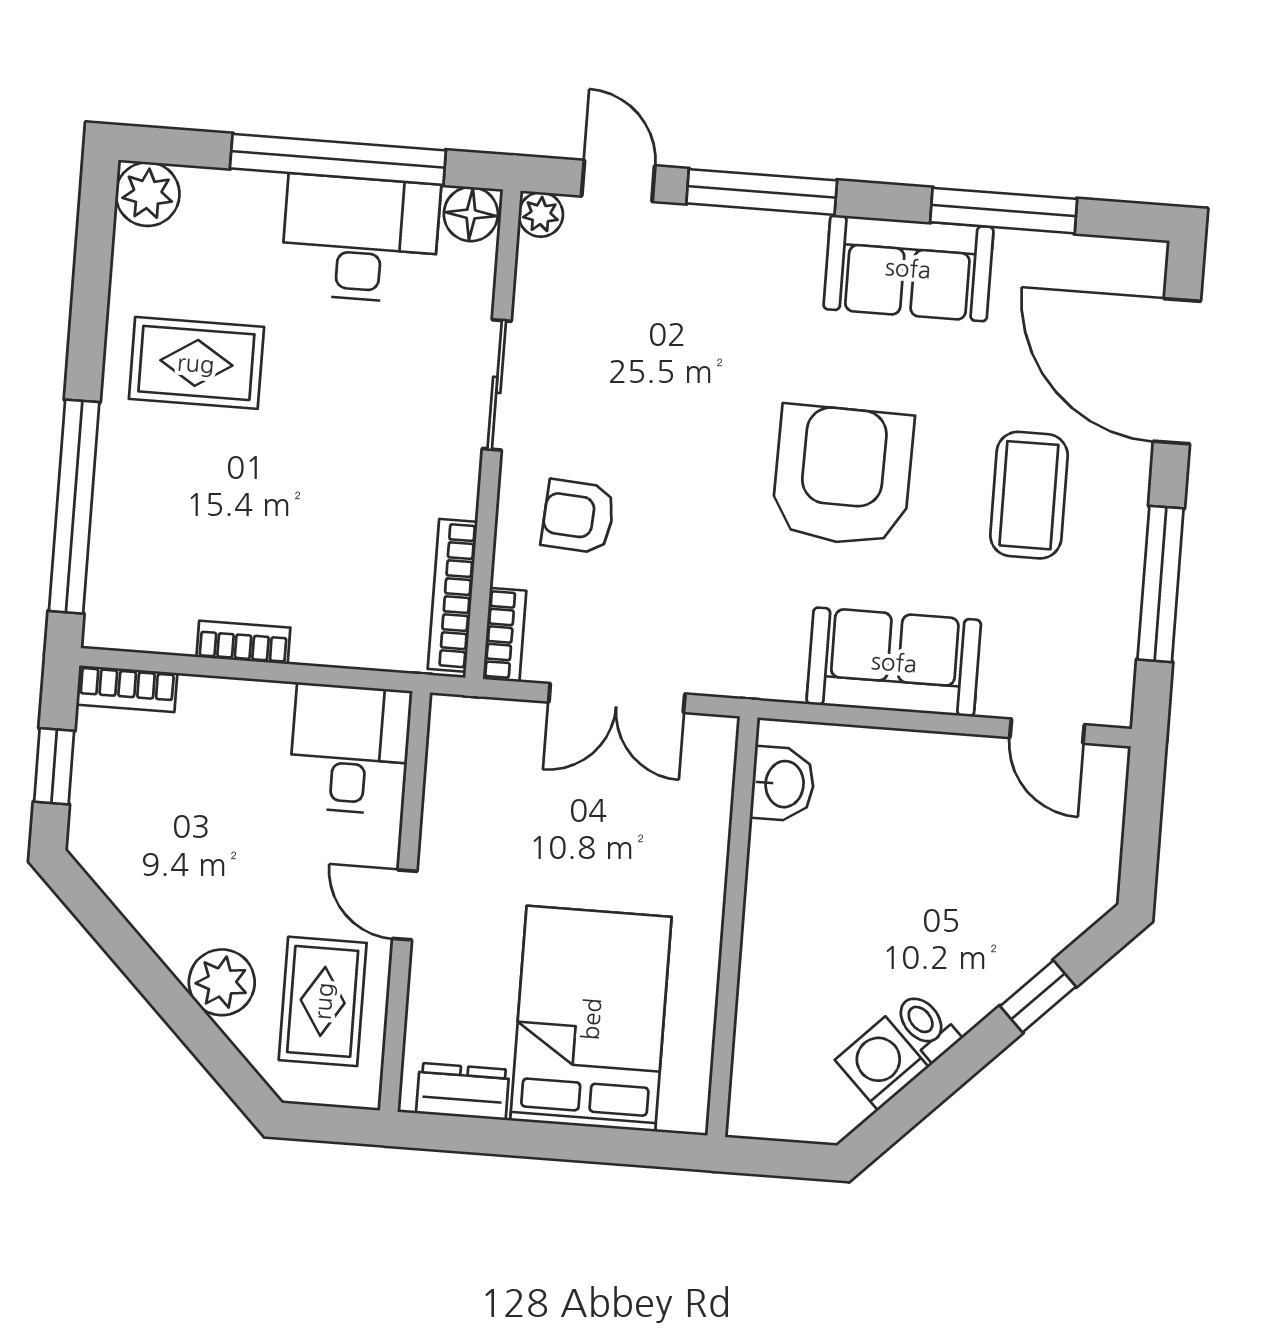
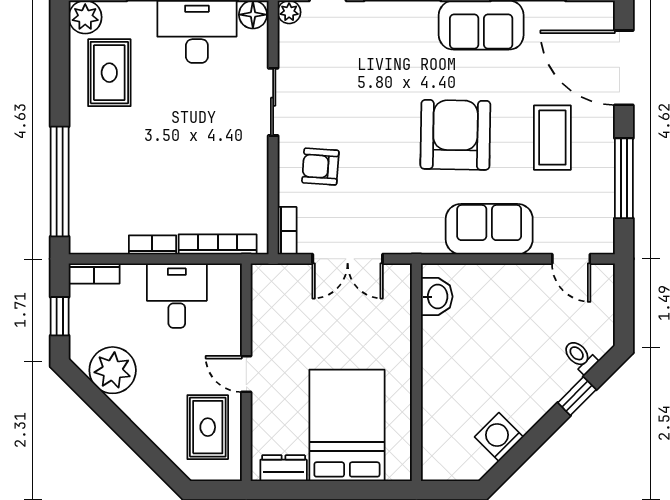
rug: (196, 363) -> (109, 73), moved, turned 90
bookcase: (453, 595) -> (218, 244), moved, turned 90
desk: (350, 749) -> (177, 296), moved
plant: (222, 982) -> (113, 370), moved, width x1.36, depth x1.36
toilet: (926, 1026) -> (580, 357), moved

